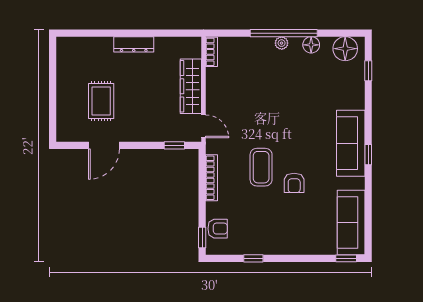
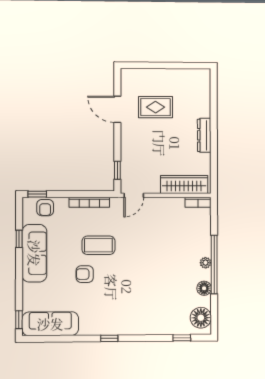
wardrobe: (191, 86) -> (184, 184), moved
sofa: (351, 143) -> (34, 253), moved, turned 90

